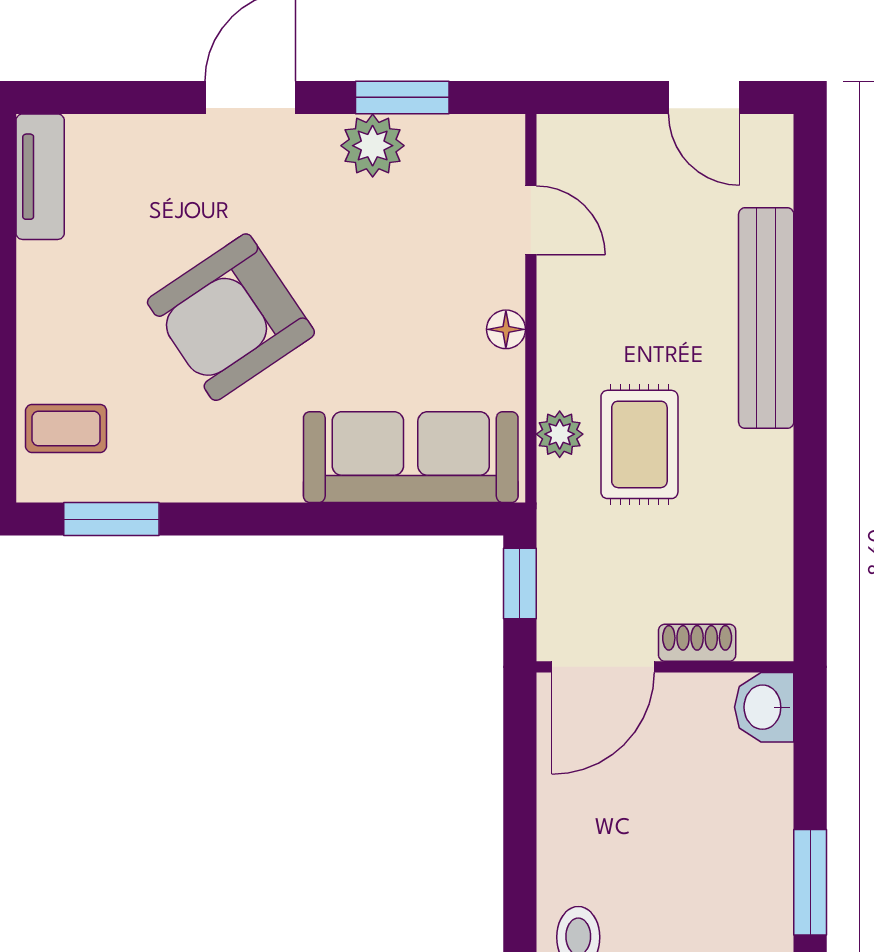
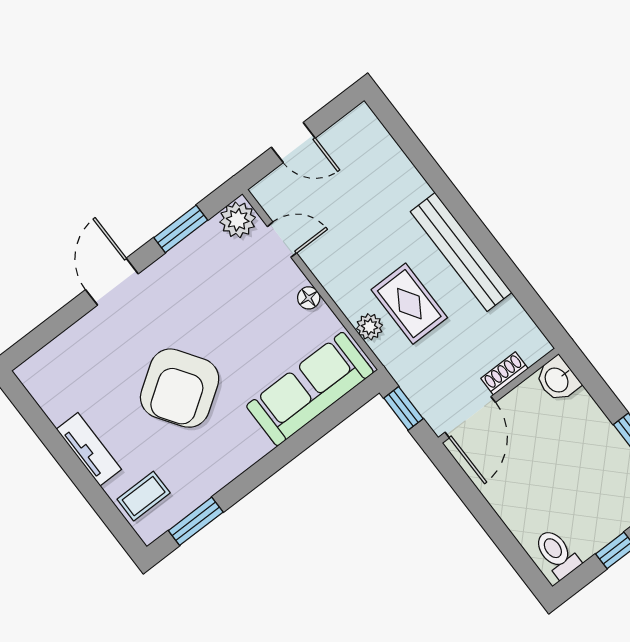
door: (704, 97) -> (293, 143), moved
plant: (373, 146) -> (238, 220), moved
tv unit: (40, 177) -> (89, 449), moved
bench: (766, 318) -> (461, 252), moved

